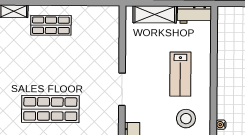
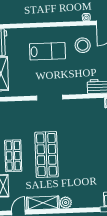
doorway: (122, 89) -> (50, 98), moved
shop shelf: (50, 109) -> (46, 155), moved

